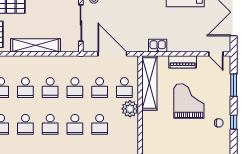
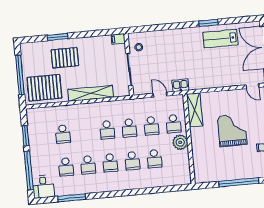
kitchen sink: (158, 46) -> (180, 85), moved
door: (112, 54) -> (160, 95), width x0.53
piano: (183, 62) -> (223, 96), removed
shelving: (149, 83) -> (195, 110), width x0.68
school desk: (25, 88) -> (85, 132), removed

